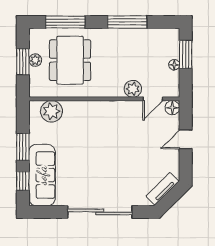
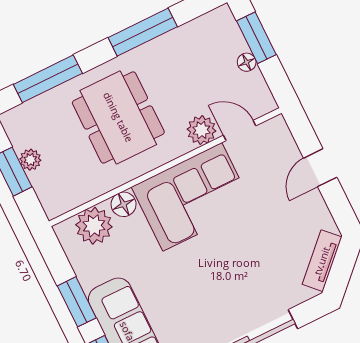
dining table: (70, 60) -> (118, 117), moved
door: (153, 99) -> (240, 131), swing flipped
floor lamp: (172, 108) -> (124, 204), moved
corner sofa: (111, 122) -> (192, 197), added

